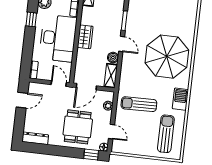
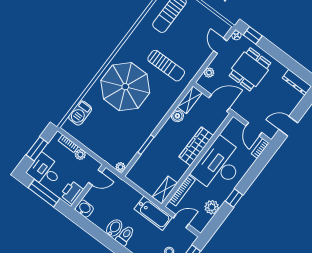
wardrobe: (85, 37) -> (196, 146), width x1.50
door: (122, 44) -> (161, 124), removed
door: (59, 83) -> (254, 129), moved
barbecue: (180, 99) -> (80, 113), moved
sun lounger: (139, 104) -> (166, 66), moved

